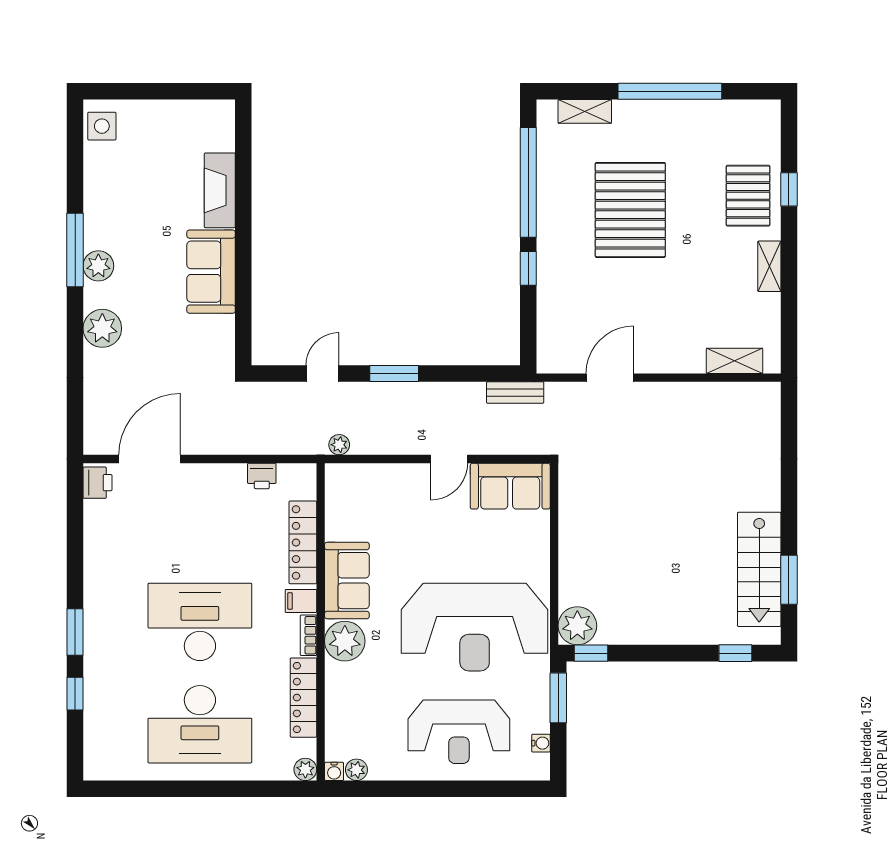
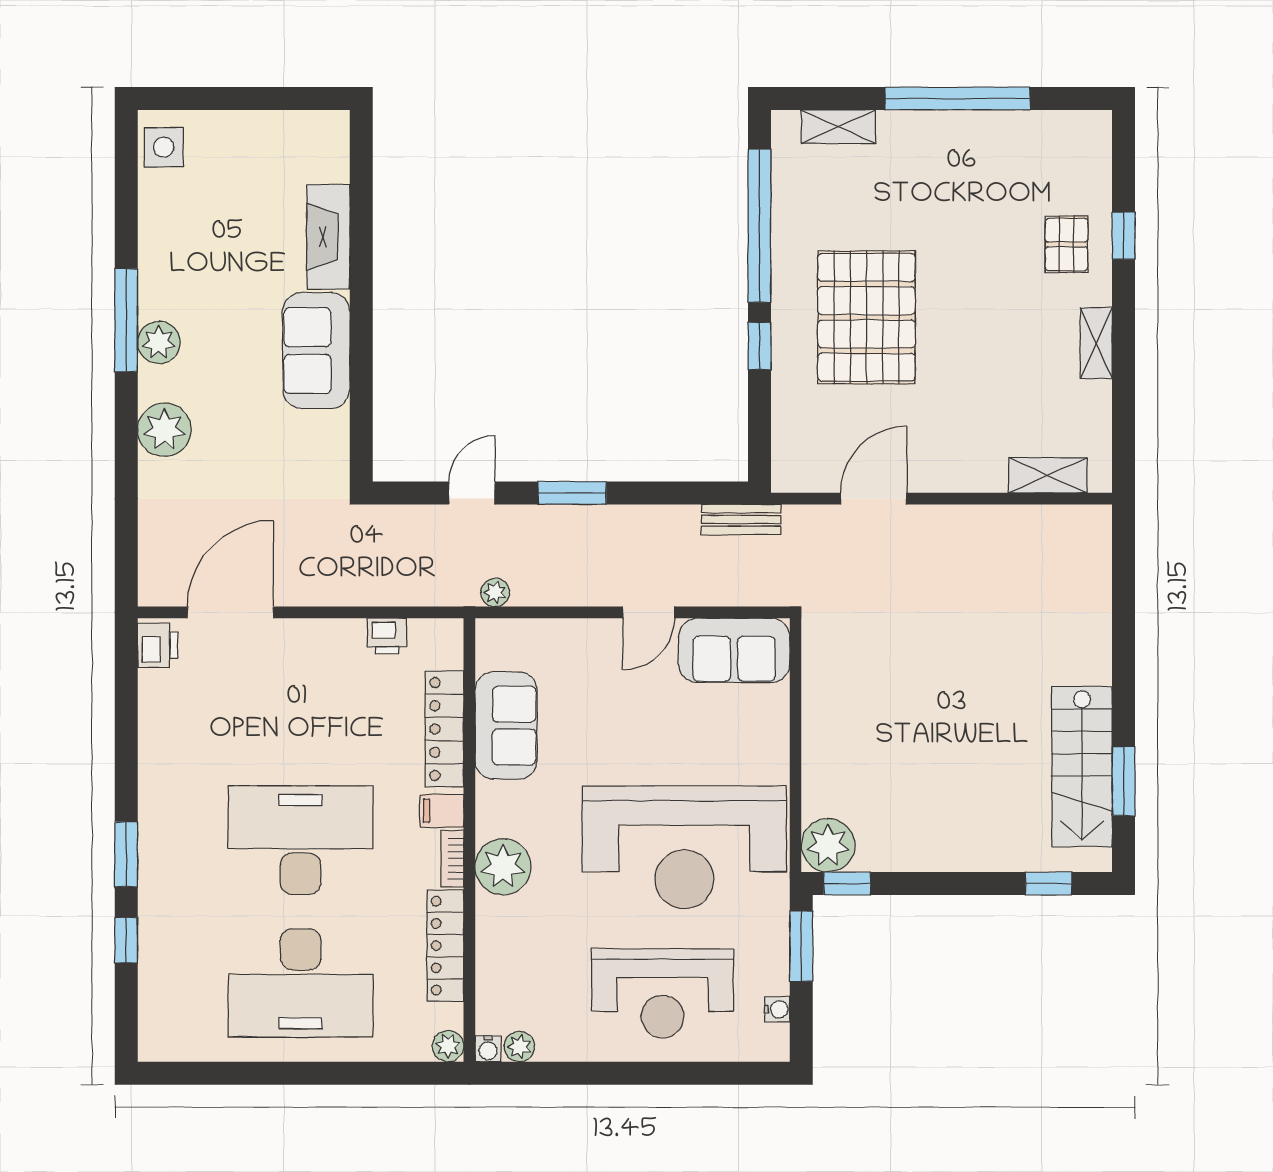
pallet: (748, 196) -> (1067, 244), width x0.67, depth x0.71
pallet: (630, 210) -> (866, 317), moved
sofa: (347, 581) -> (506, 726), moved

